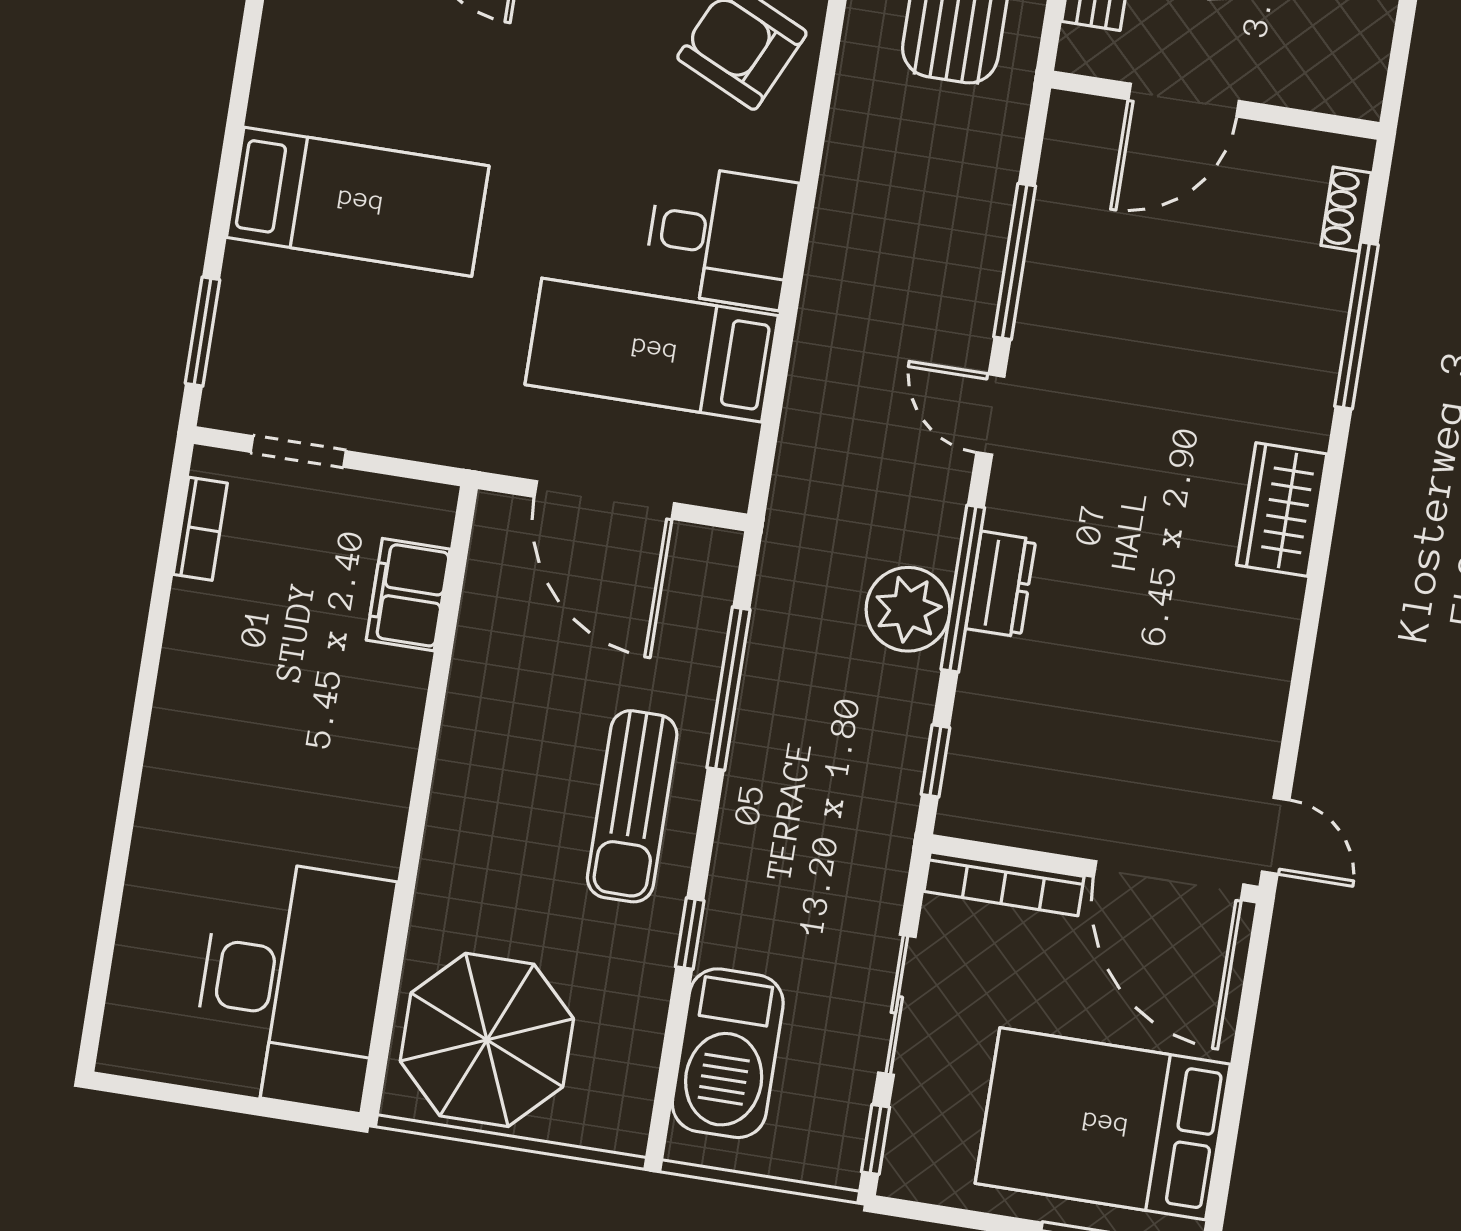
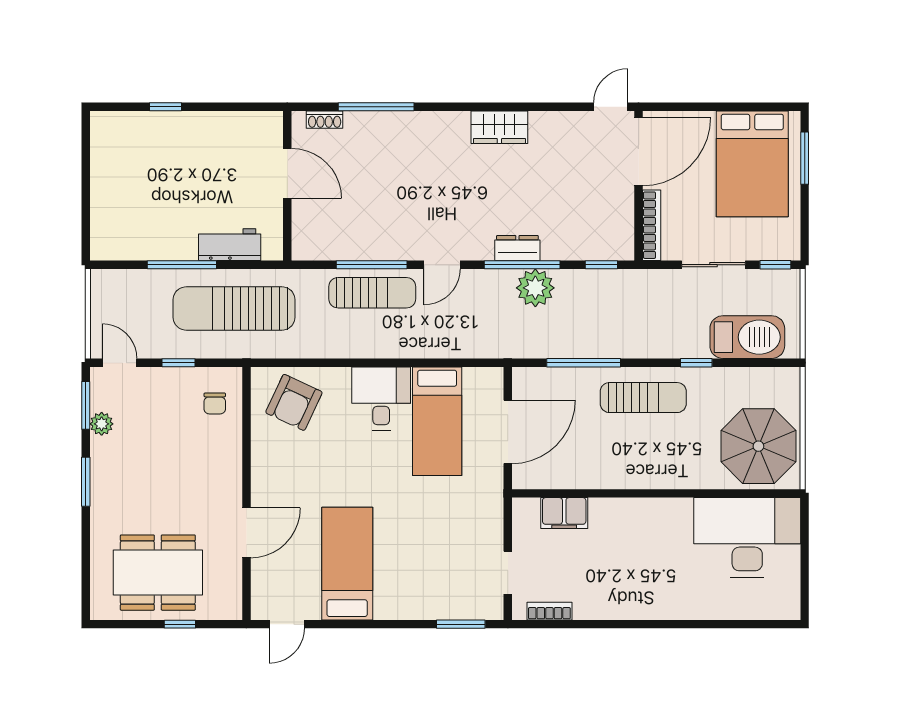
door: (1184, 100) -> (287, 173), moved
bed: (358, 202) -> (347, 564), moved
sun lounger: (953, 253) -> (372, 293), added
wardrobe: (1282, 510) -> (499, 127), moved

